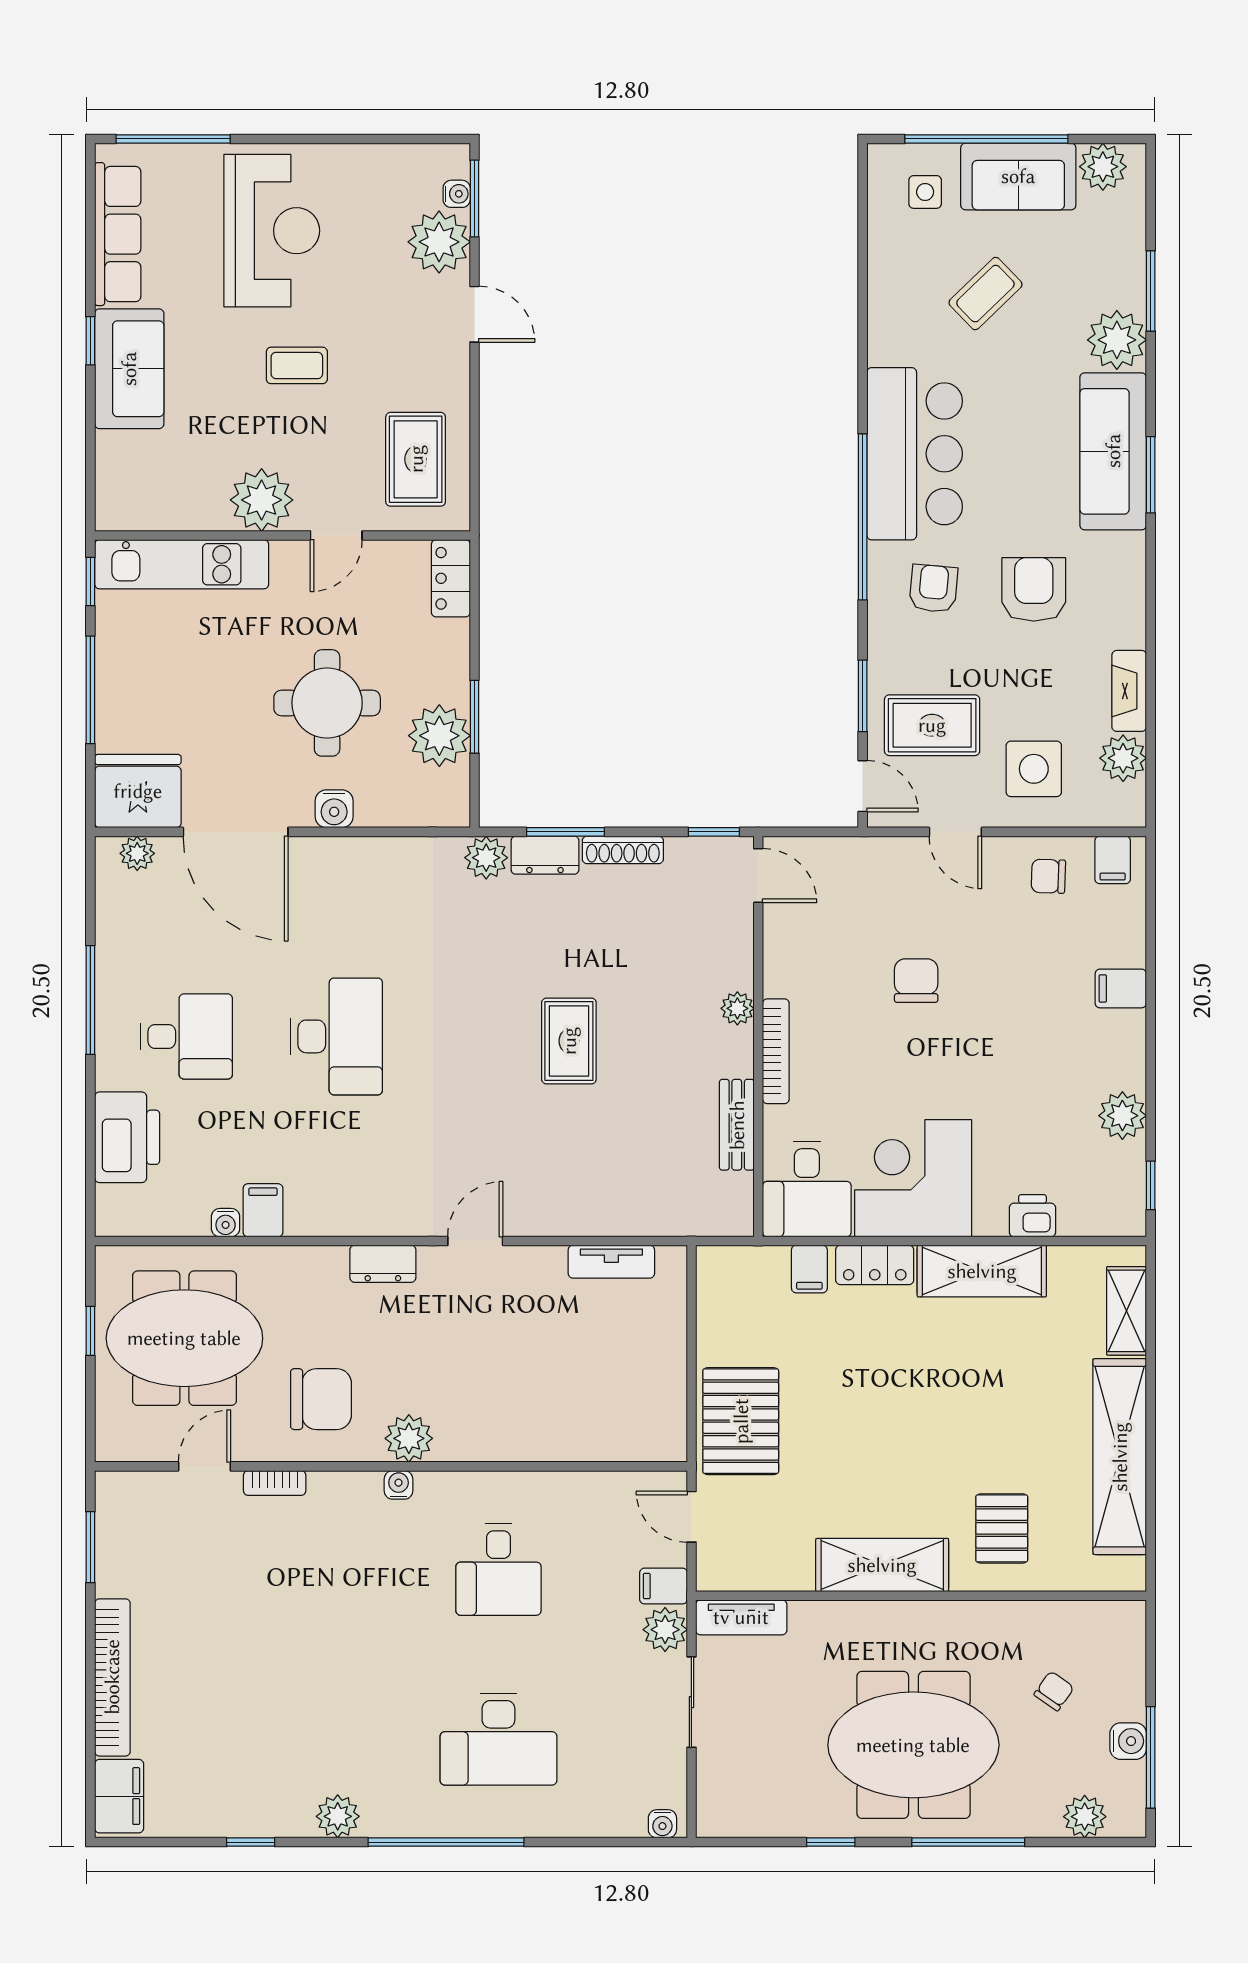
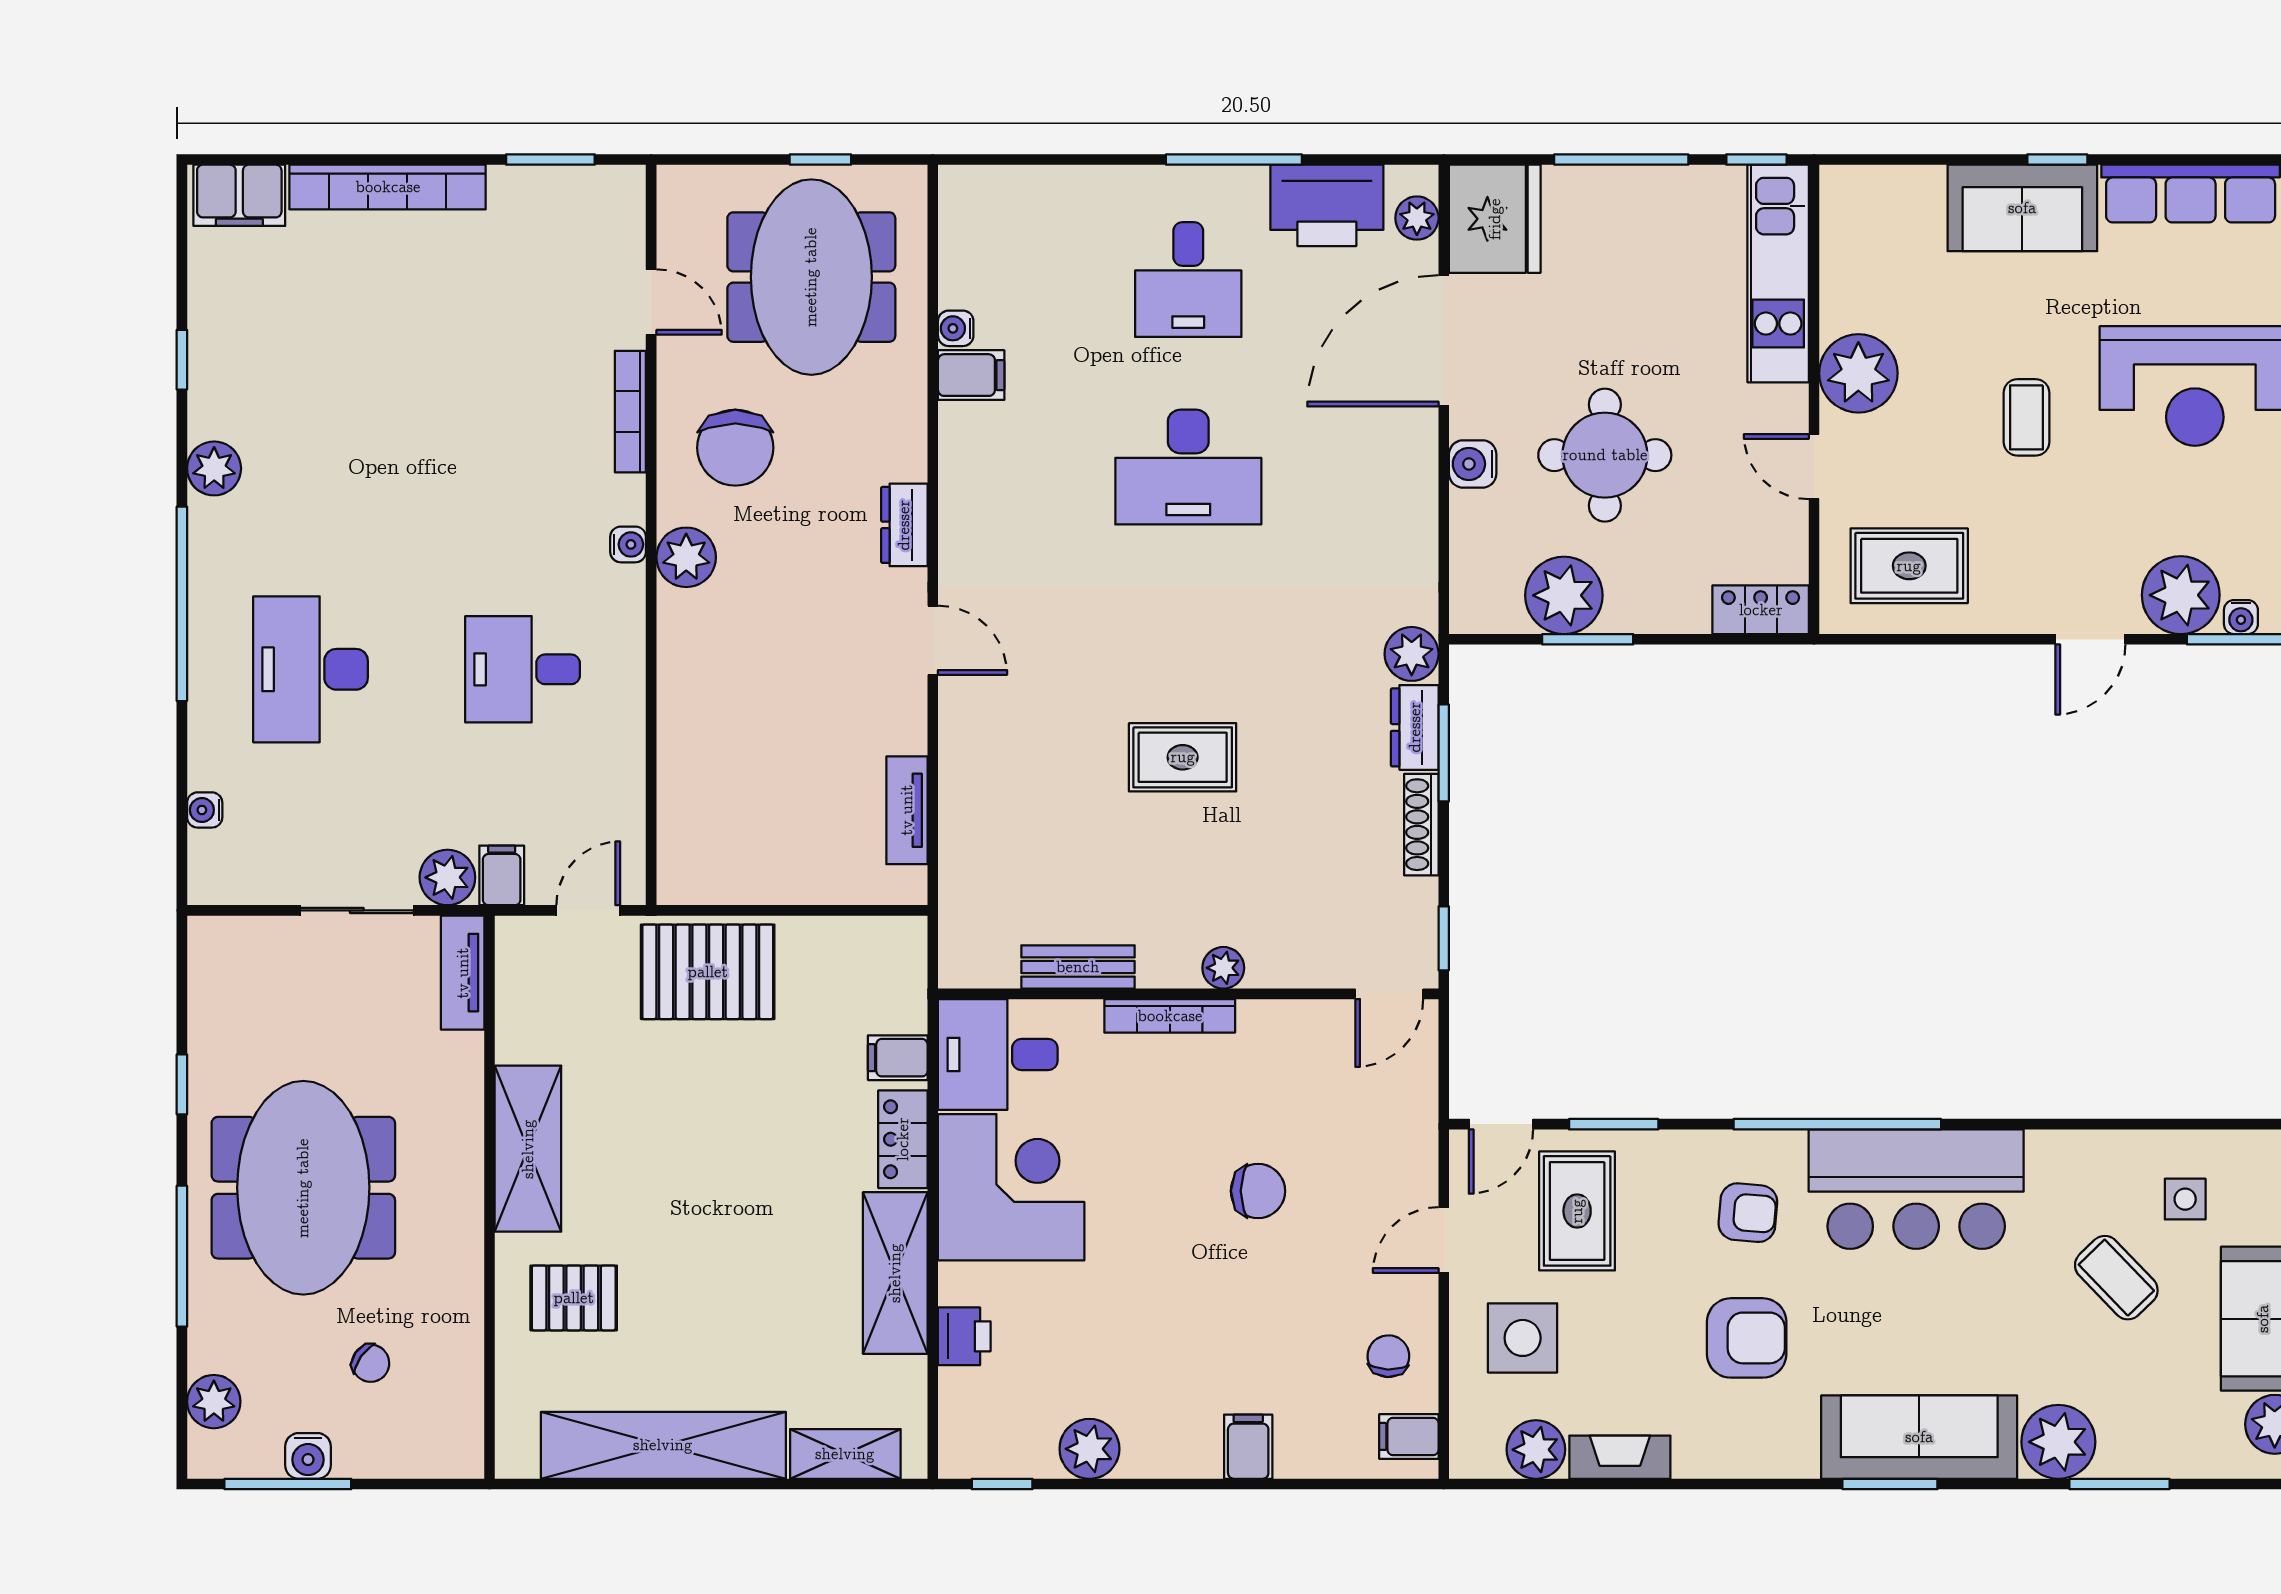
side table: (925, 192) -> (2185, 1199), moved
printer: (127, 1137) -> (1327, 205), moved
bookcase: (275, 1483) -> (630, 412), width x1.56
water cooler: (662, 1824) -> (205, 810), moved

